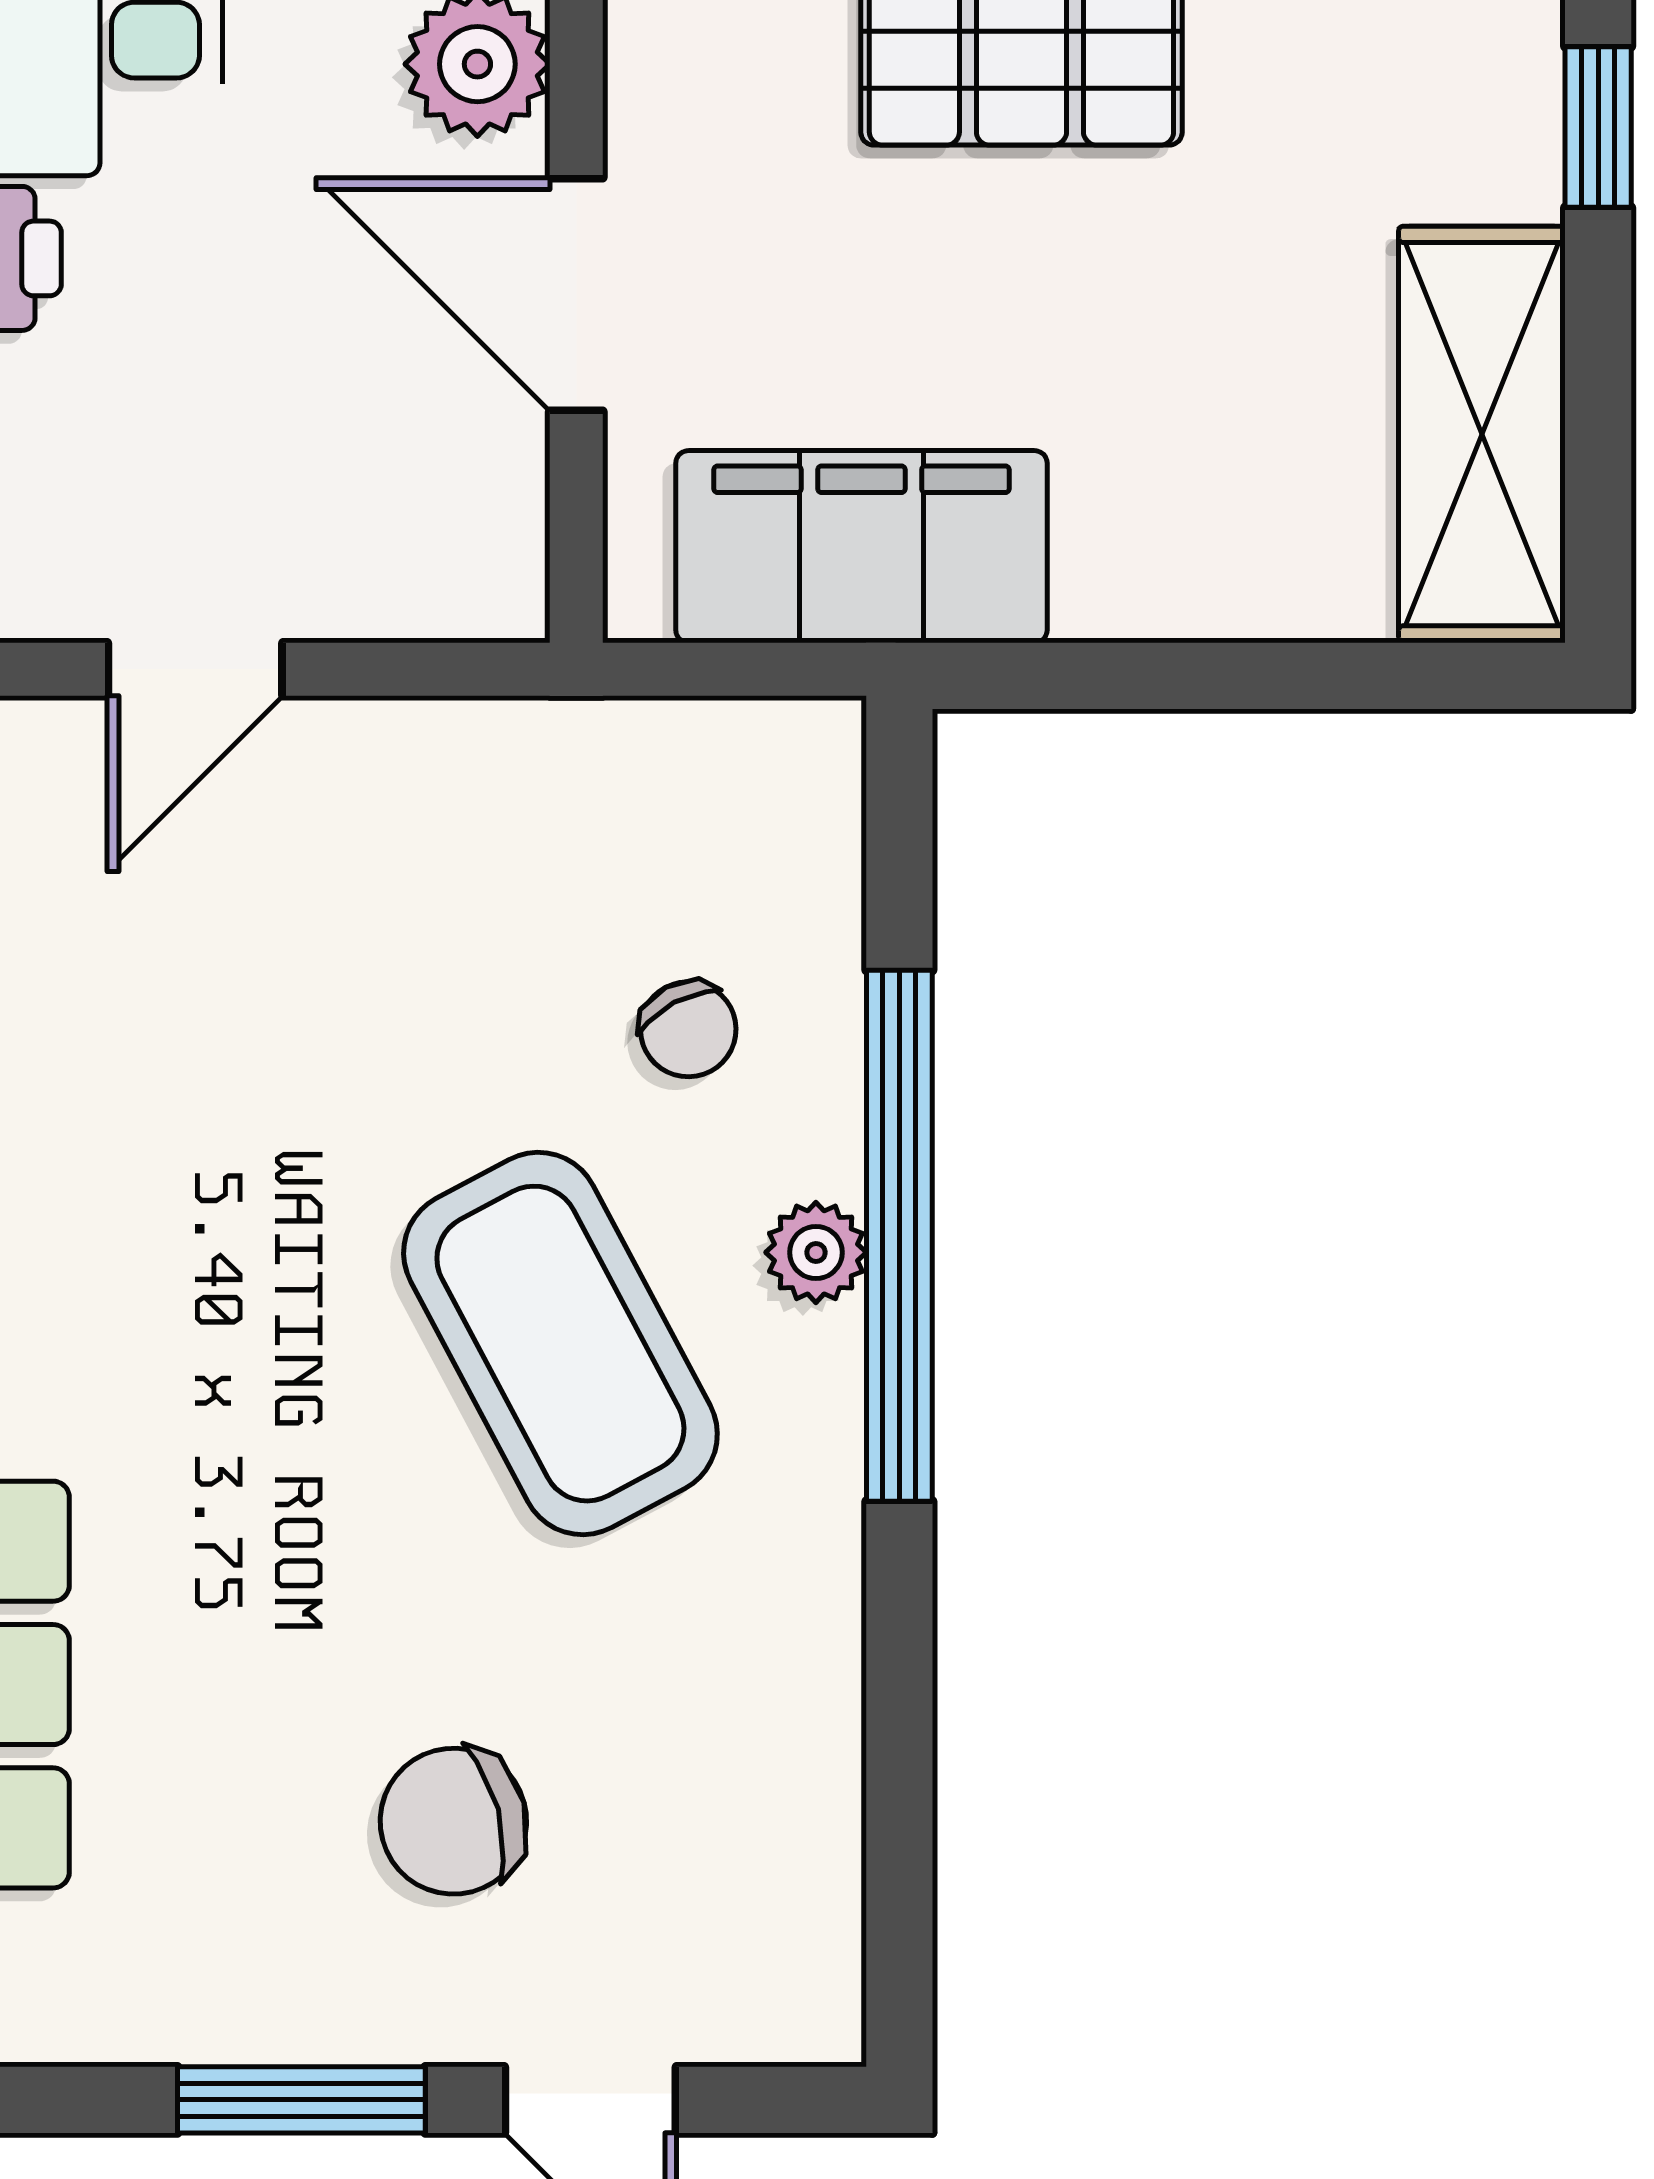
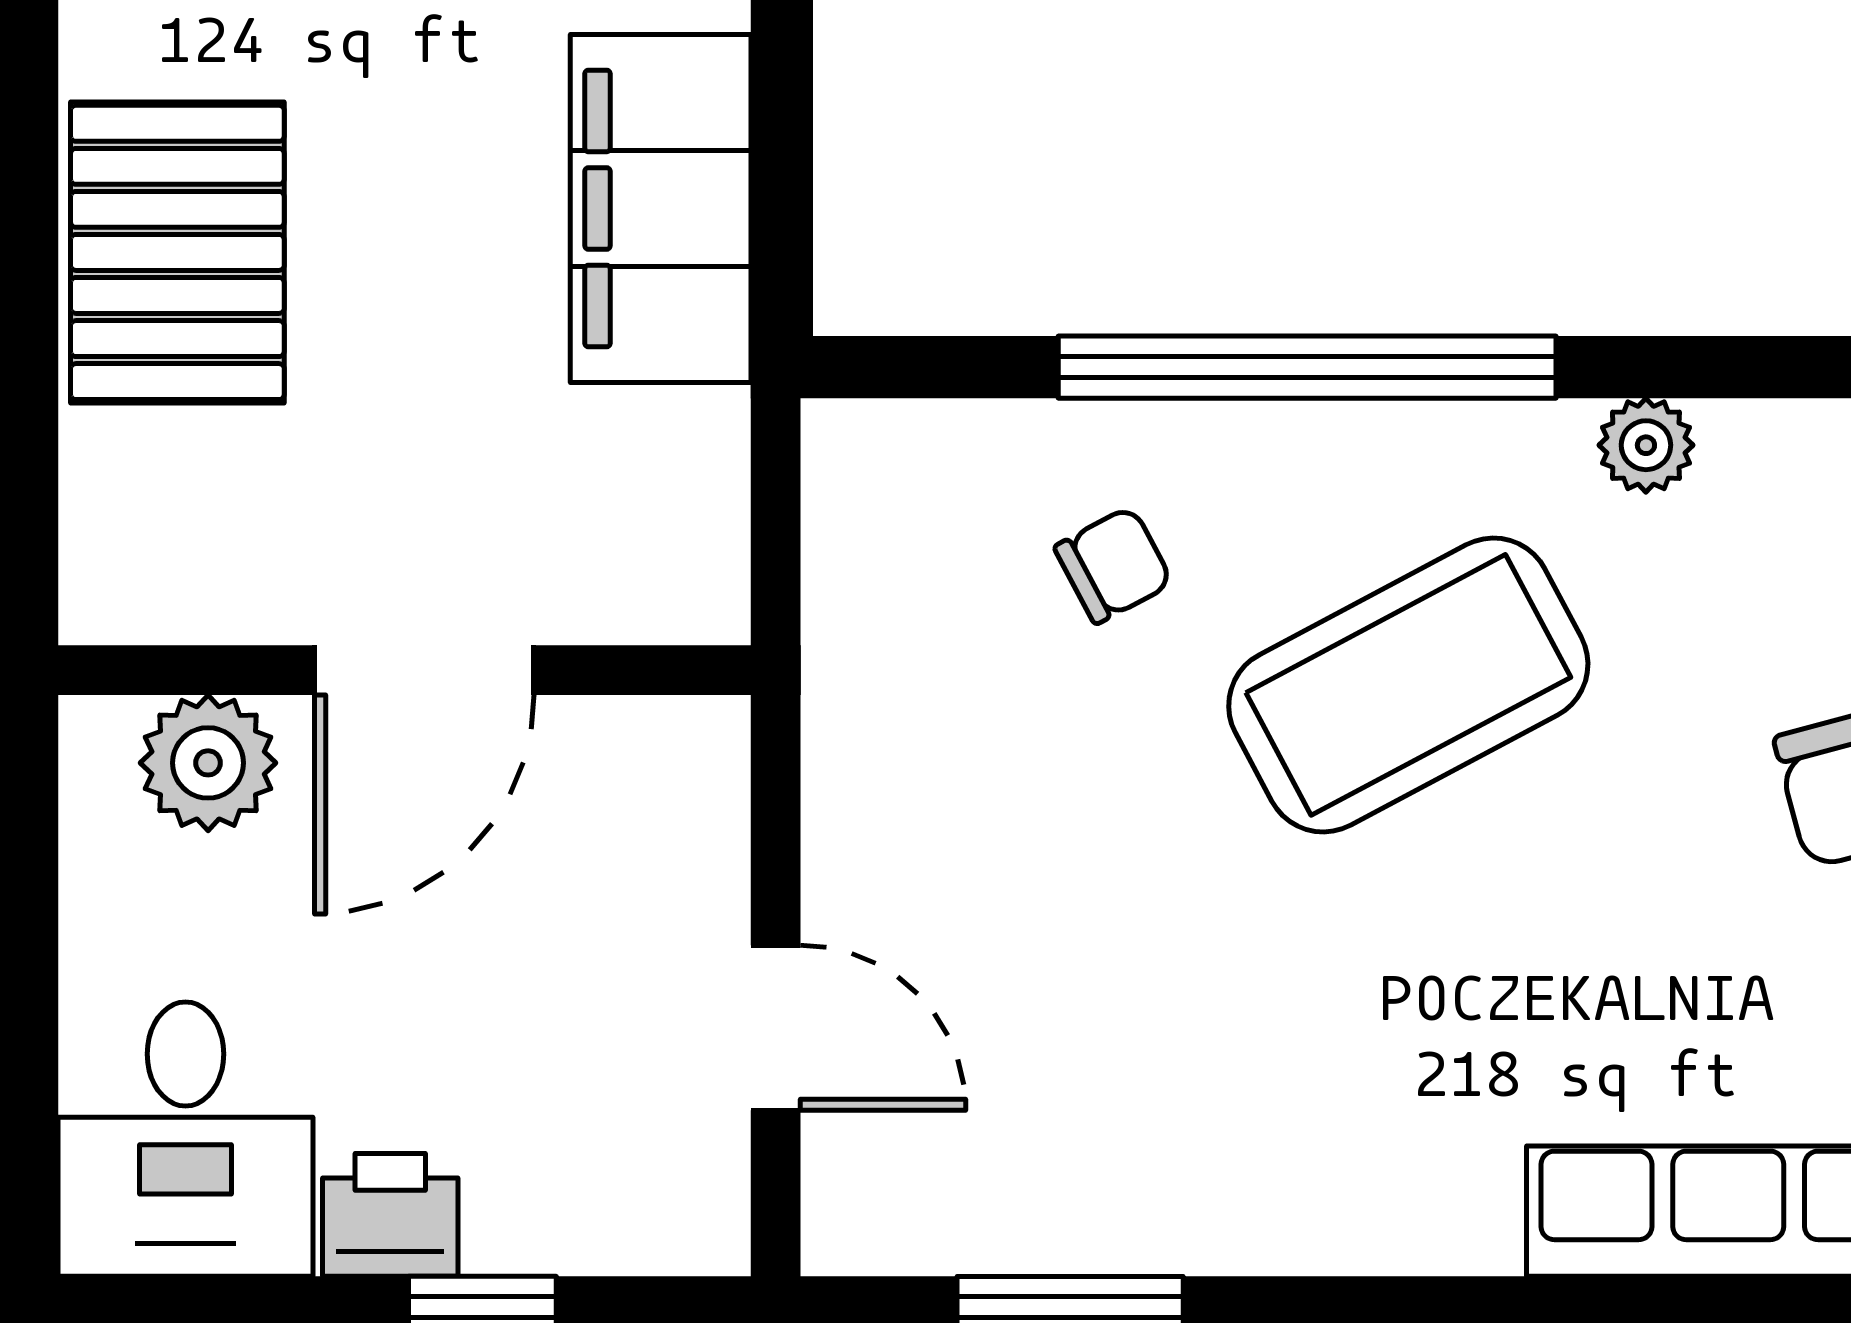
filing cabinet: (861, 547) -> (661, 208), moved
plant: (816, 1252) -> (1646, 445), moved

